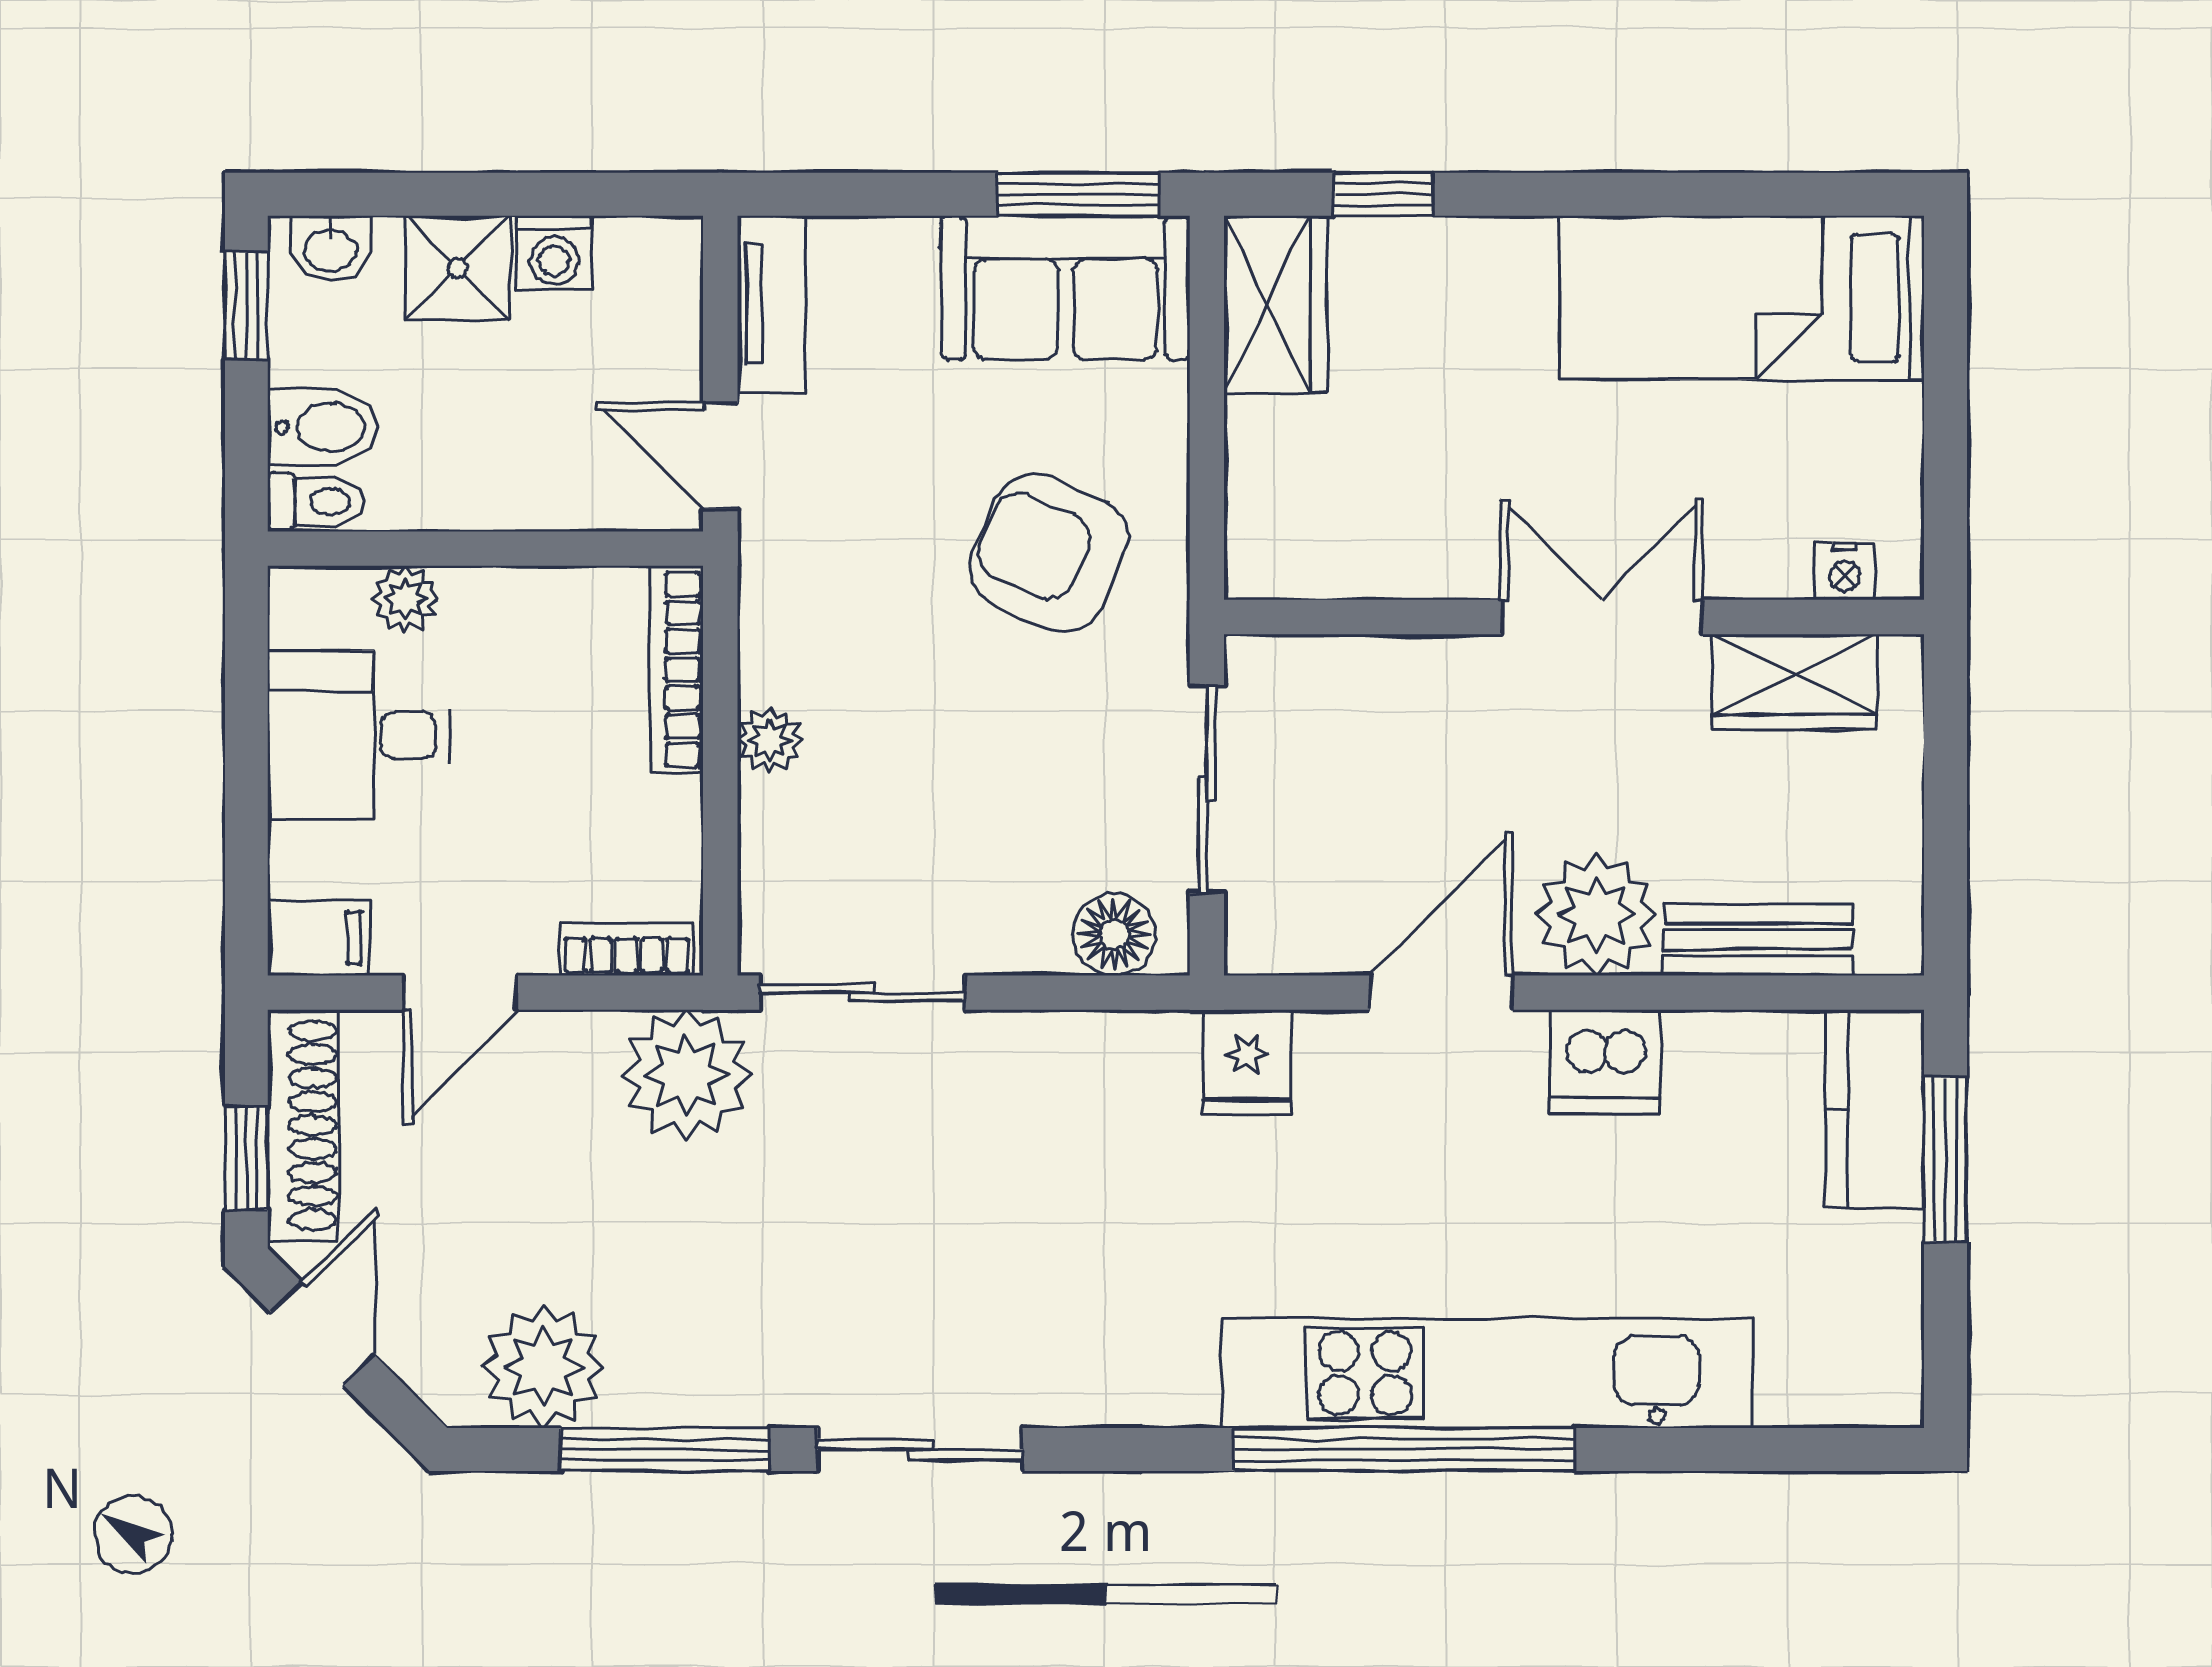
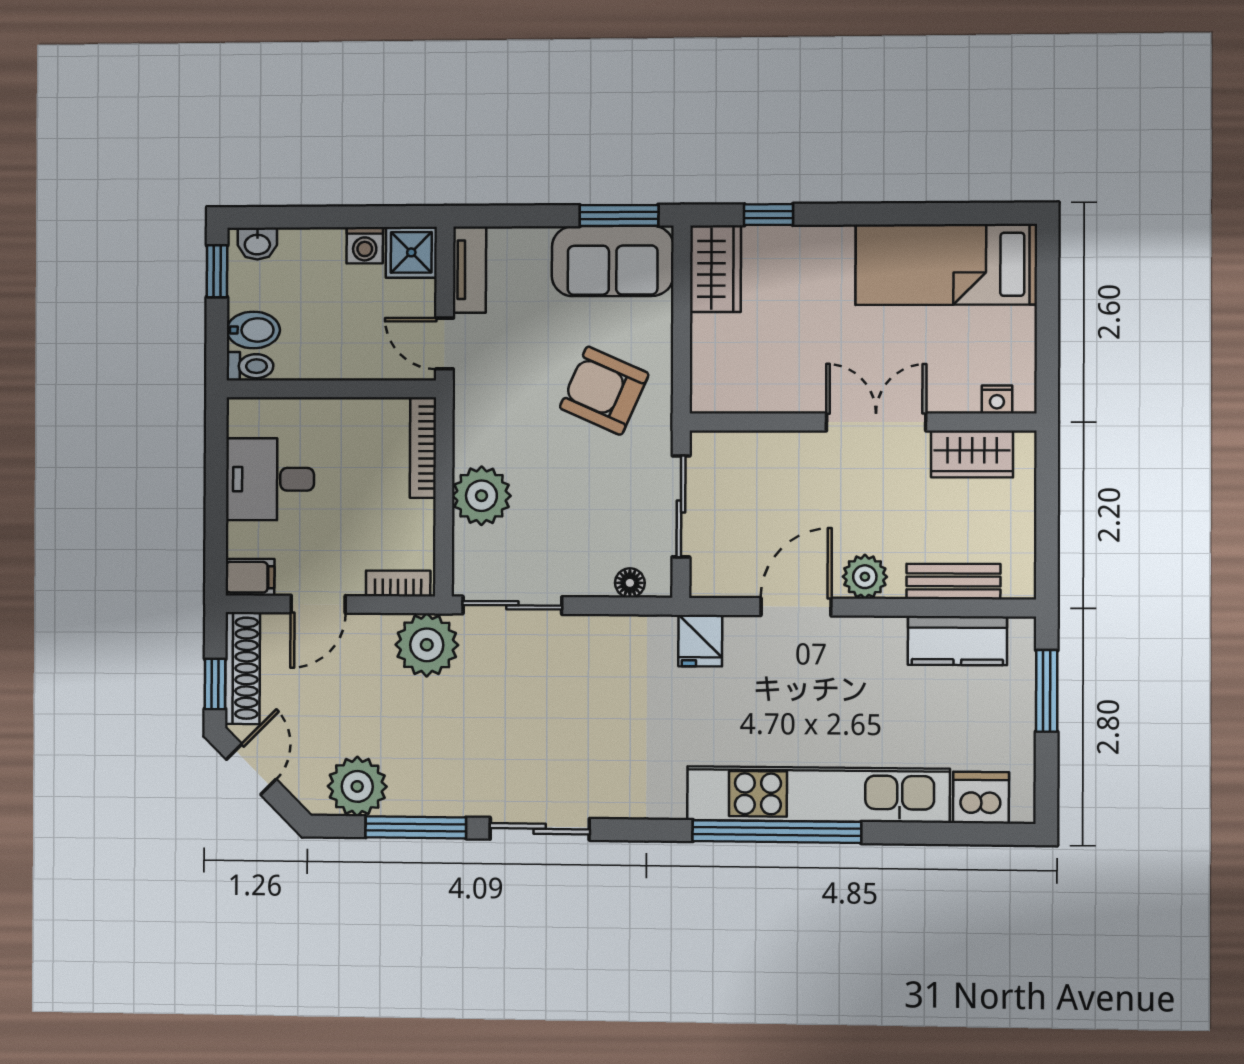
shower: (457, 268) -> (411, 252), moved
plant: (405, 599) -> (292, 413), removed
plant: (770, 740) -> (481, 496), width x1.87, depth x1.87
plant: (1596, 915) -> (865, 577), width x0.73, depth x0.73
floor lamp: (1114, 934) -> (630, 583), width x0.73, depth x0.73
dishwasher: (1605, 1062) -> (981, 798), moved, turned 180
kitchen counter: (1875, 1109) -> (957, 641), moved, turned -90

